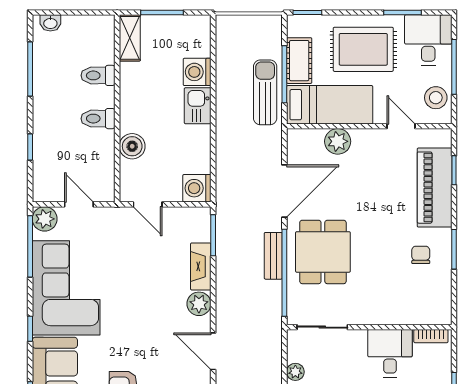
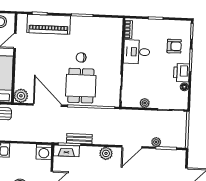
plant: (338, 141) -> (21, 96), moved
dining table: (323, 252) -> (81, 86), turned 90
chair: (421, 255) -> (81, 57), moved
bench: (273, 256) -> (79, 139), moved
fireplace: (201, 266) -> (67, 151), moved

